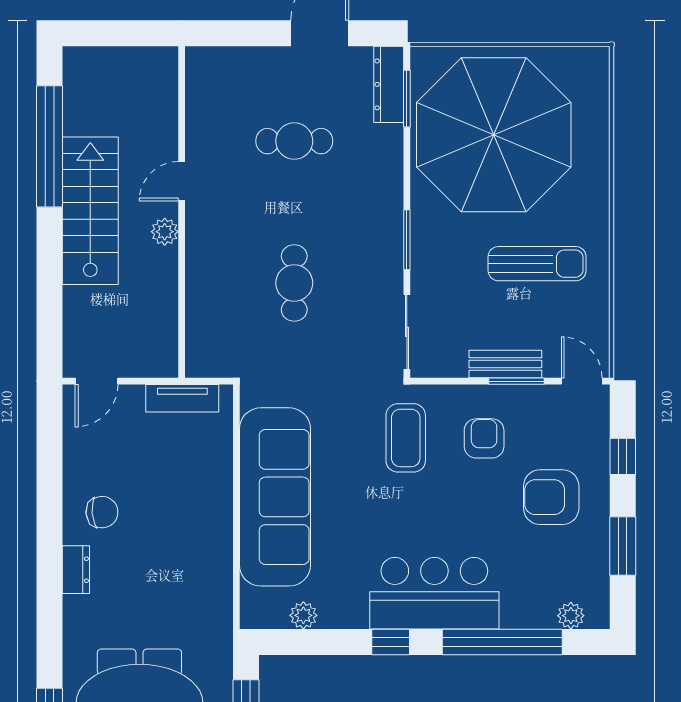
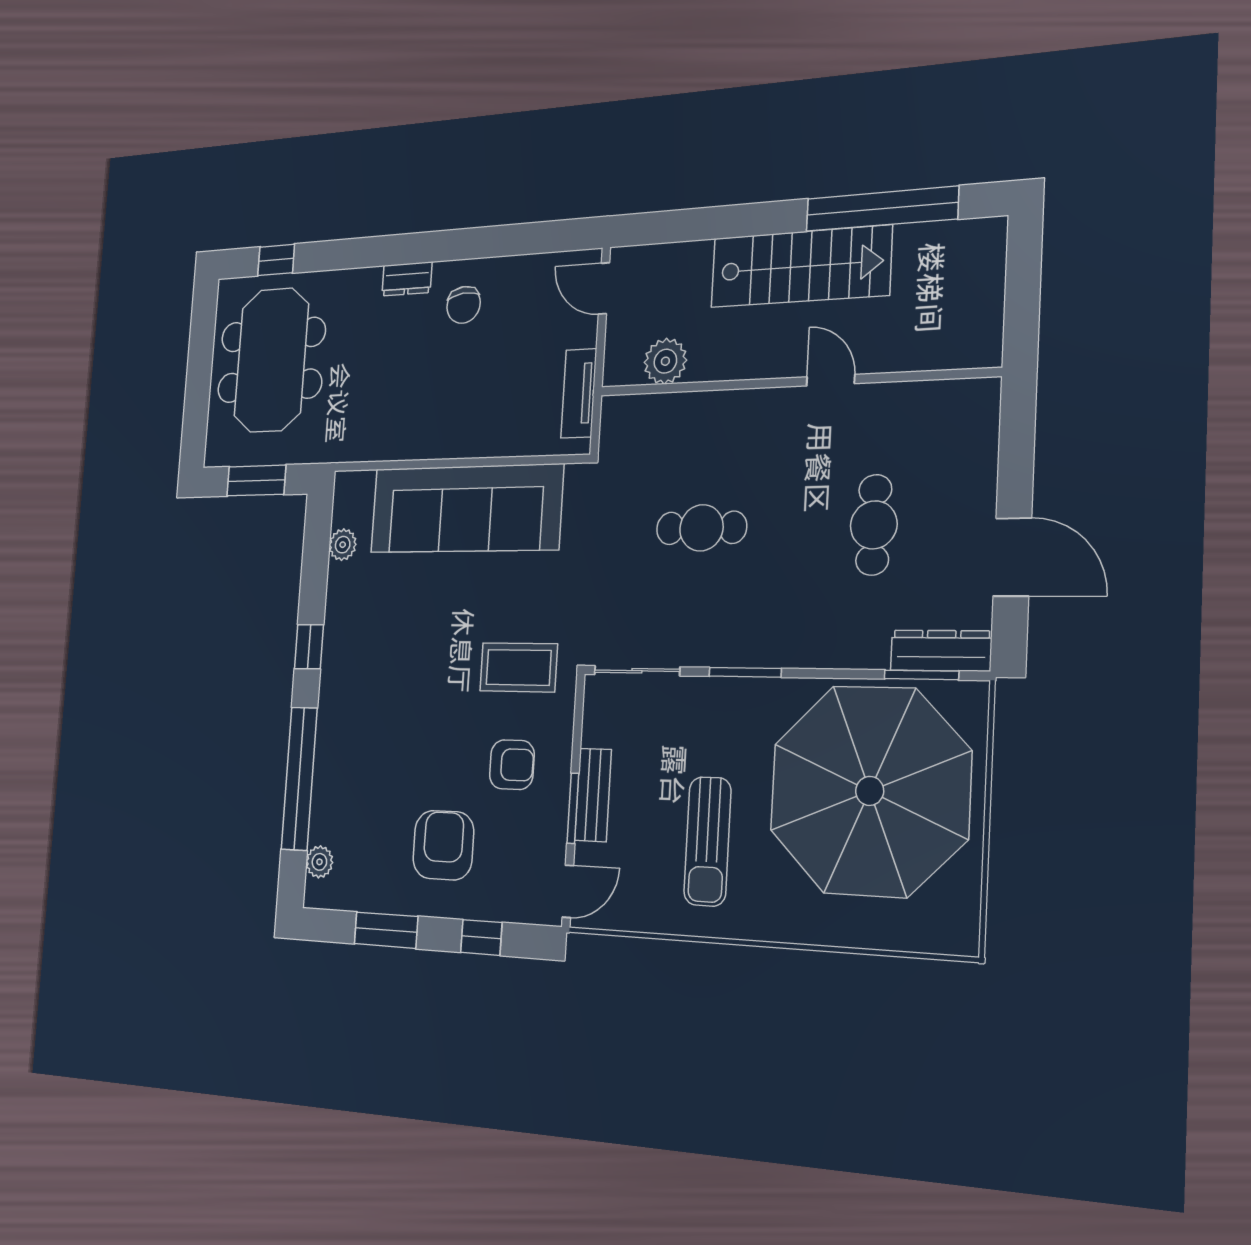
plant: (165, 232) -> (665, 361), moved, width x1.38, depth x1.38
bar counter: (434, 593) -> (354, 699), removed

